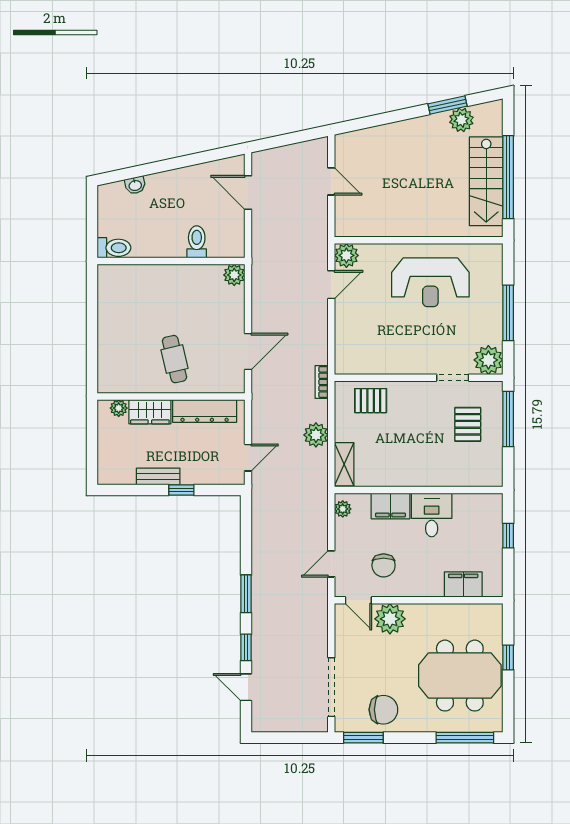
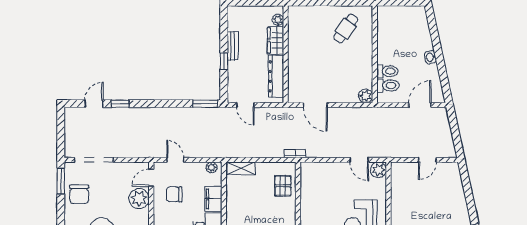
washbasin: (135, 185) -> (430, 57), moved
toilet: (114, 248) -> (388, 85), moved, turned -90
cafe table: (174, 359) -> (346, 29), moved, turned -42
plant: (316, 435) -> (260, 150), removed
window: (246, 594) -> (205, 104), moved

